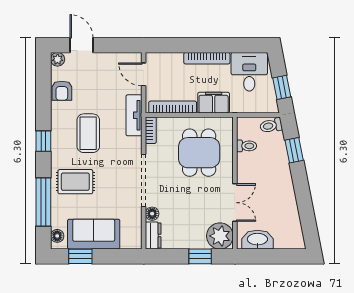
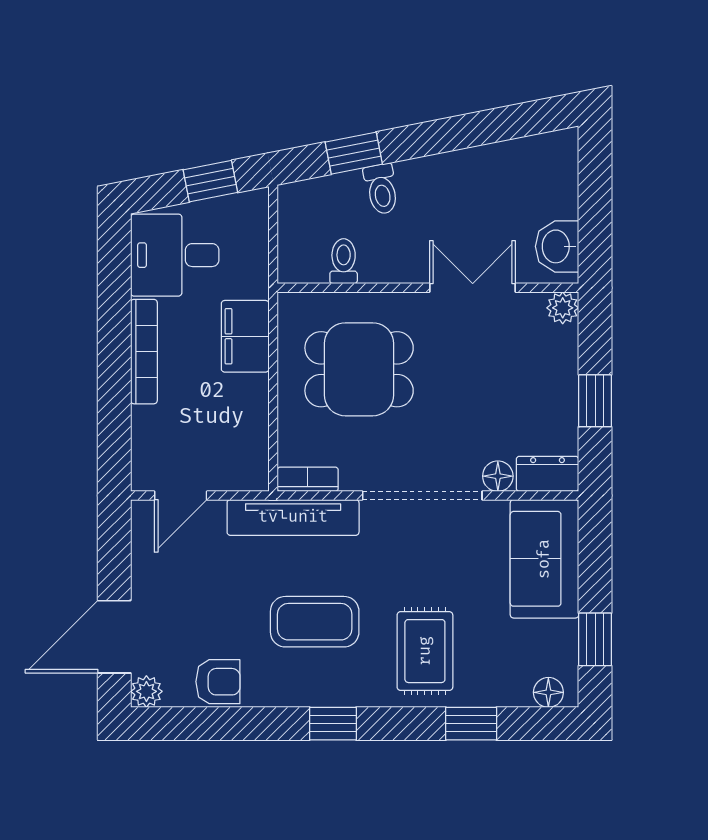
door: (82, 45) -> (114, 637), width x1.38
bookcase: (173, 107) -> (255, 430), removed
tv unit: (134, 115) -> (293, 517), width x1.41
toilet: (271, 126) -> (381, 189), moved
window: (43, 202) -> (471, 724), width x0.46
sofa: (94, 234) -> (544, 559), moved
plant: (220, 236) -> (563, 308), width x0.53, depth x0.53
washbasin: (257, 240) -> (557, 246), width x0.72
window: (200, 256) -> (595, 401), moved

